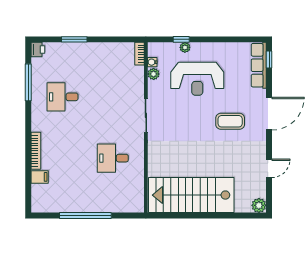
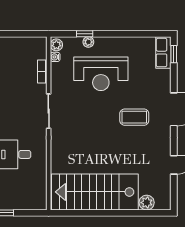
bookcase: (140, 54) -> (42, 71), moved
row of seats: (259, 65) -> (163, 53), width x0.68
plant: (154, 74) -> (56, 45), moved
plant: (259, 205) -> (147, 203), moved

